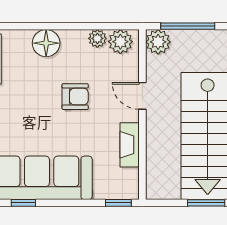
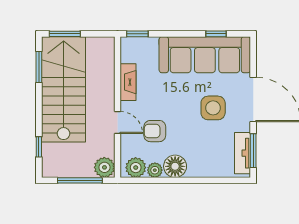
floor lamp: (46, 43) -> (175, 166), moved
armchair: (75, 97) -> (155, 131), moved
side table: (27, 114) -> (213, 108), added

